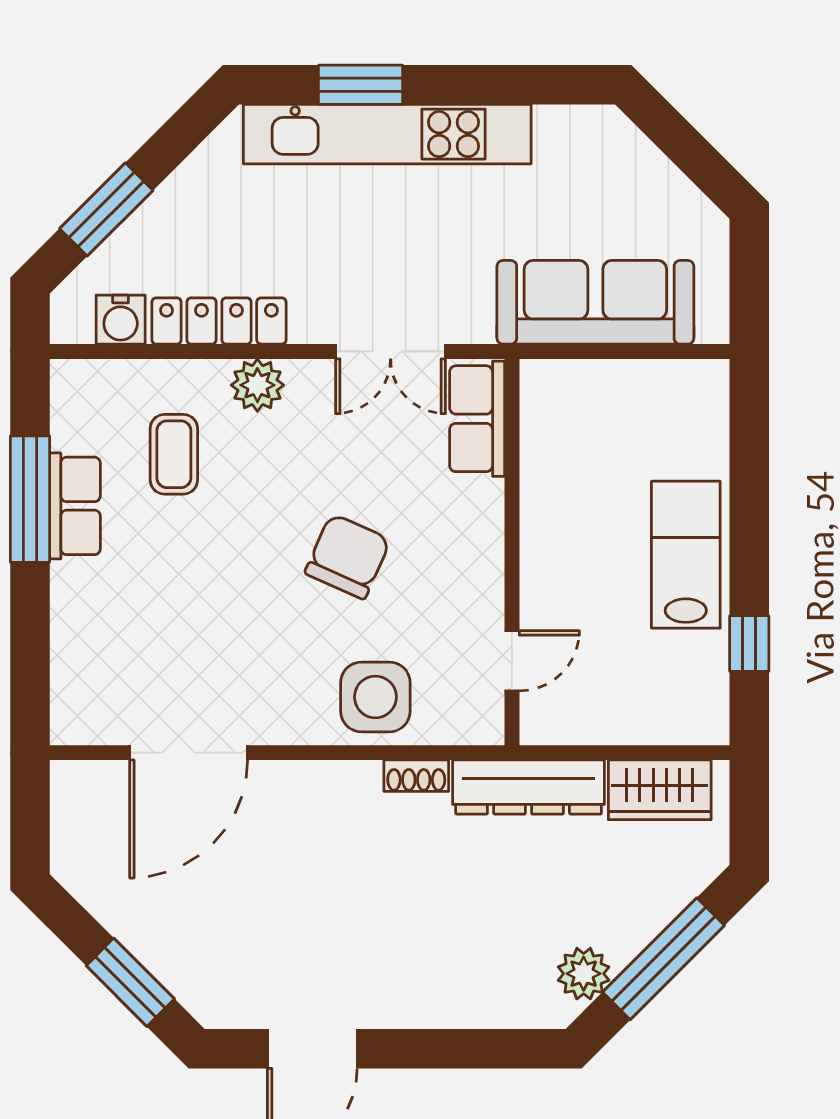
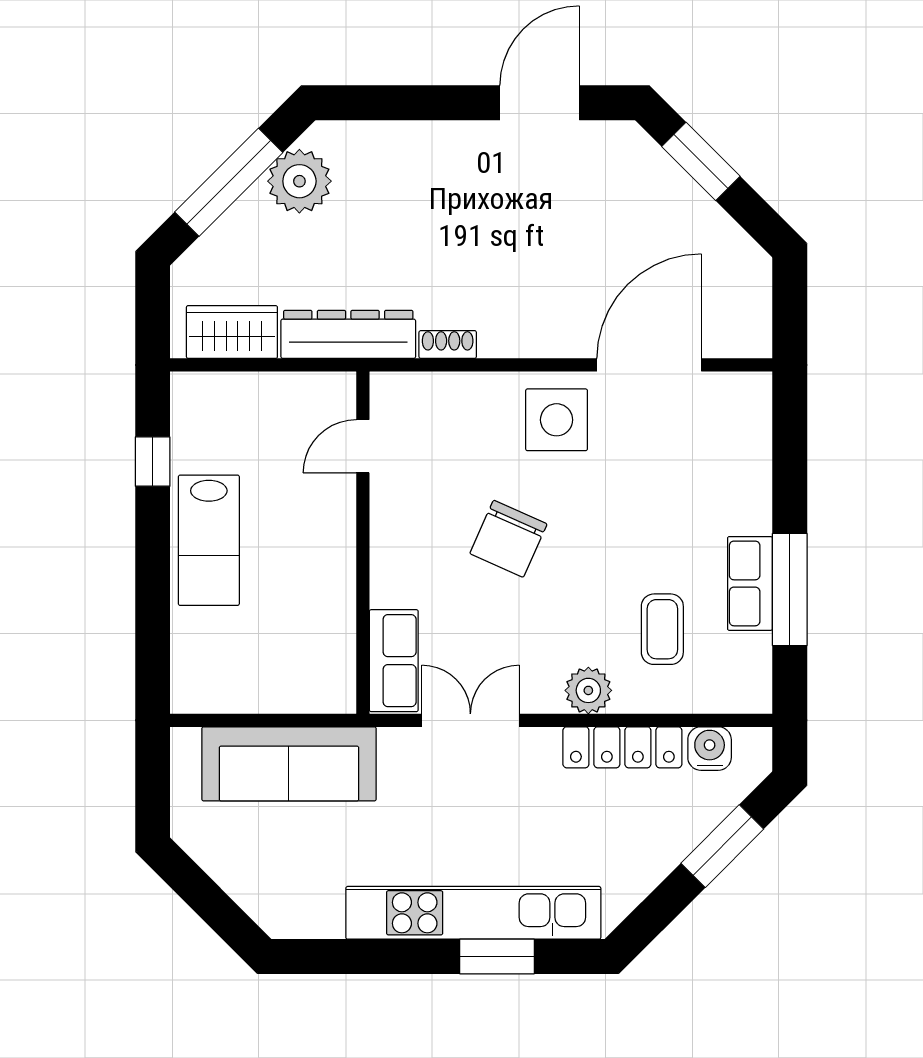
side table: (375, 697) -> (557, 420), moved
plant: (584, 974) -> (299, 181), width x1.36, depth x1.36

